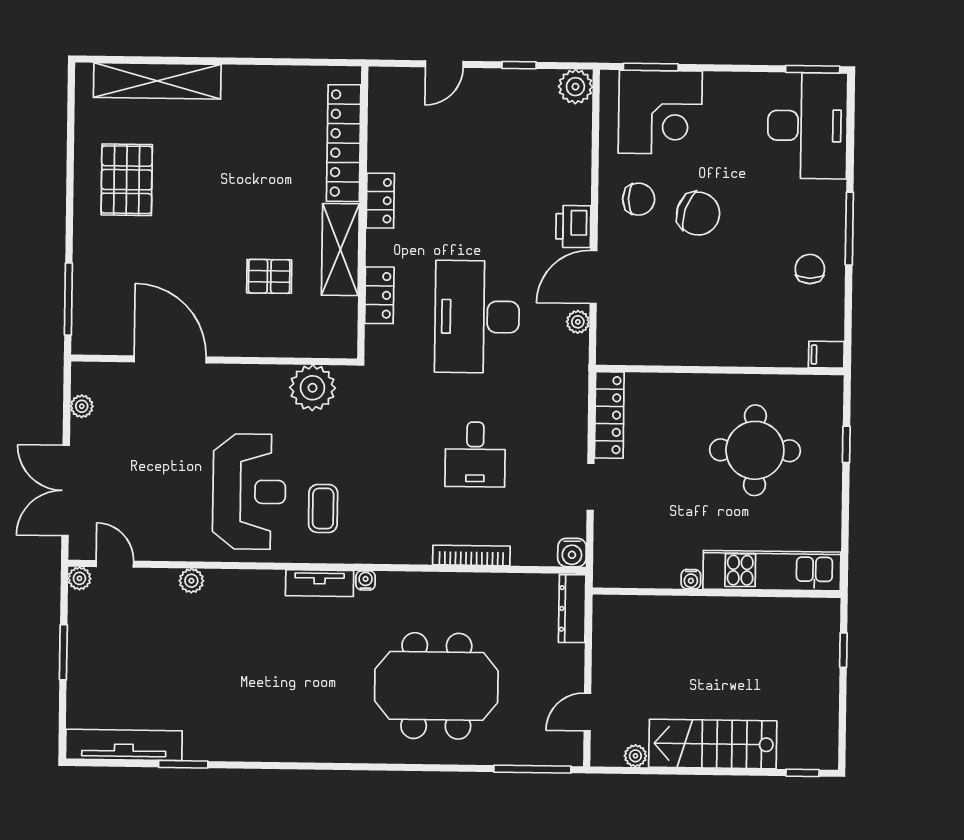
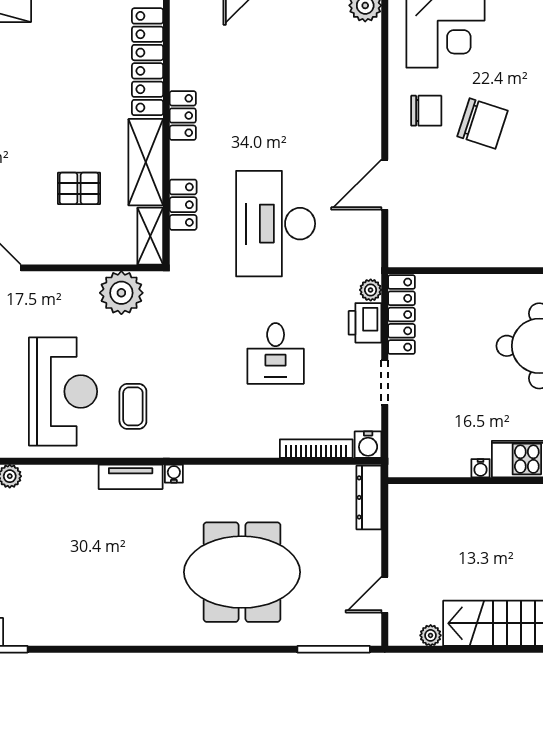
printer: (573, 226) -> (365, 323), moved
plant: (578, 322) -> (371, 290), moved
shelving: (344, 328) -> (150, 236), added
bookcase: (471, 555) -> (316, 449), moved

